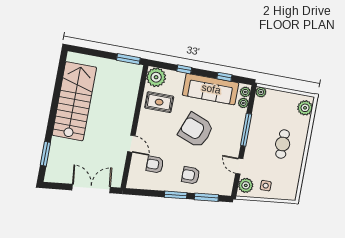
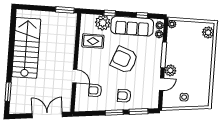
plant: (156, 77) -> (103, 23), moved
cafe table: (283, 144) -> (194, 63), removed
door: (239, 166) -> (162, 84), swing flipped
plant: (246, 185) -> (170, 70), moved

